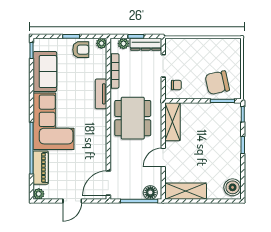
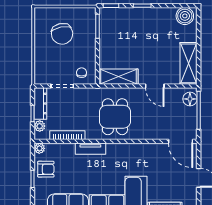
armchair: (81, 50) -> (46, 169), turned 90
chair: (217, 83) -> (62, 34), moved
dining table: (133, 118) -> (115, 117), width x0.73

